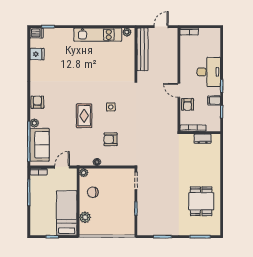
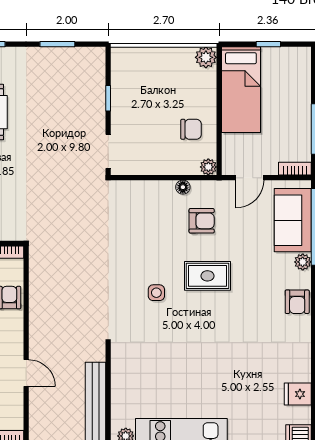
door: (179, 90) -> (26, 373), moved
rug: (84, 116) -> (207, 276), turned 90
armchair: (111, 139) -> (202, 221), moved
plant: (85, 217) -> (206, 57), moved

